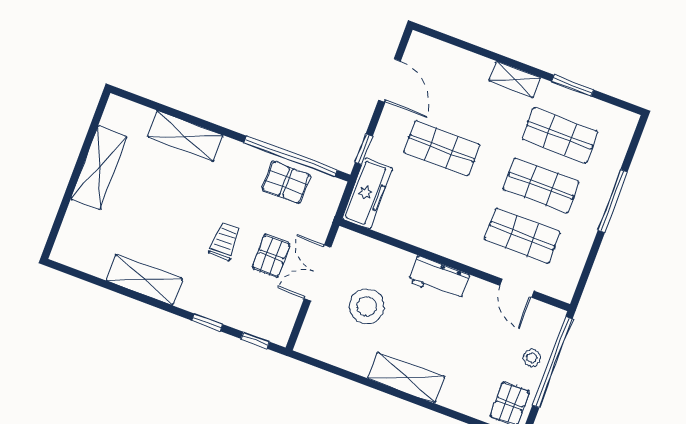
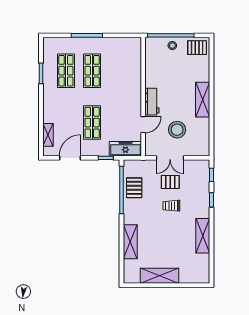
shelving: (515, 79) -> (48, 135), moved
shop shelf: (522, 236) -> (118, 71), removed
door: (517, 288) -> (143, 125), moved

